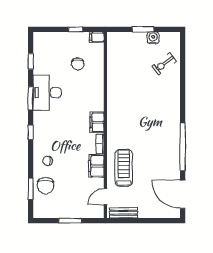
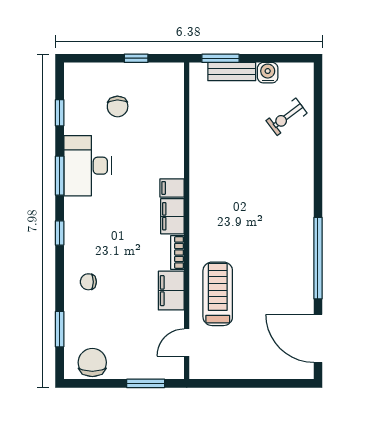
window: (143, 29) -> (221, 58), moved
filing cabinet: (97, 37) -> (172, 188), moved
chair: (78, 64) -> (118, 107), moved
chair: (45, 186) -> (92, 362), moved, turned 180
bench: (124, 213) -> (232, 72), moved
window: (70, 221) -> (146, 383), moved

